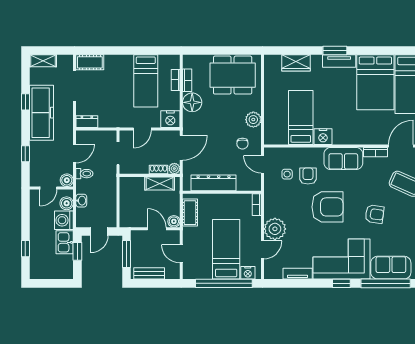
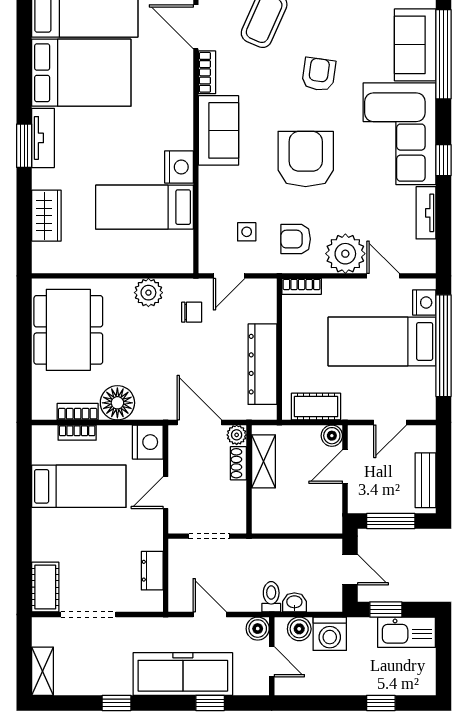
freezer: (42, 113) -> (183, 674), moved
dresser: (87, 122) -> (152, 571), moved
door: (142, 129) -> (166, 493), swing flipped
toilet: (84, 174) -> (271, 597), moved
armchair: (308, 176) -> (296, 239), moved
kitchen sink: (65, 242) -> (407, 632), moved, width x1.38
window: (341, 283) -> (444, 160), moved

